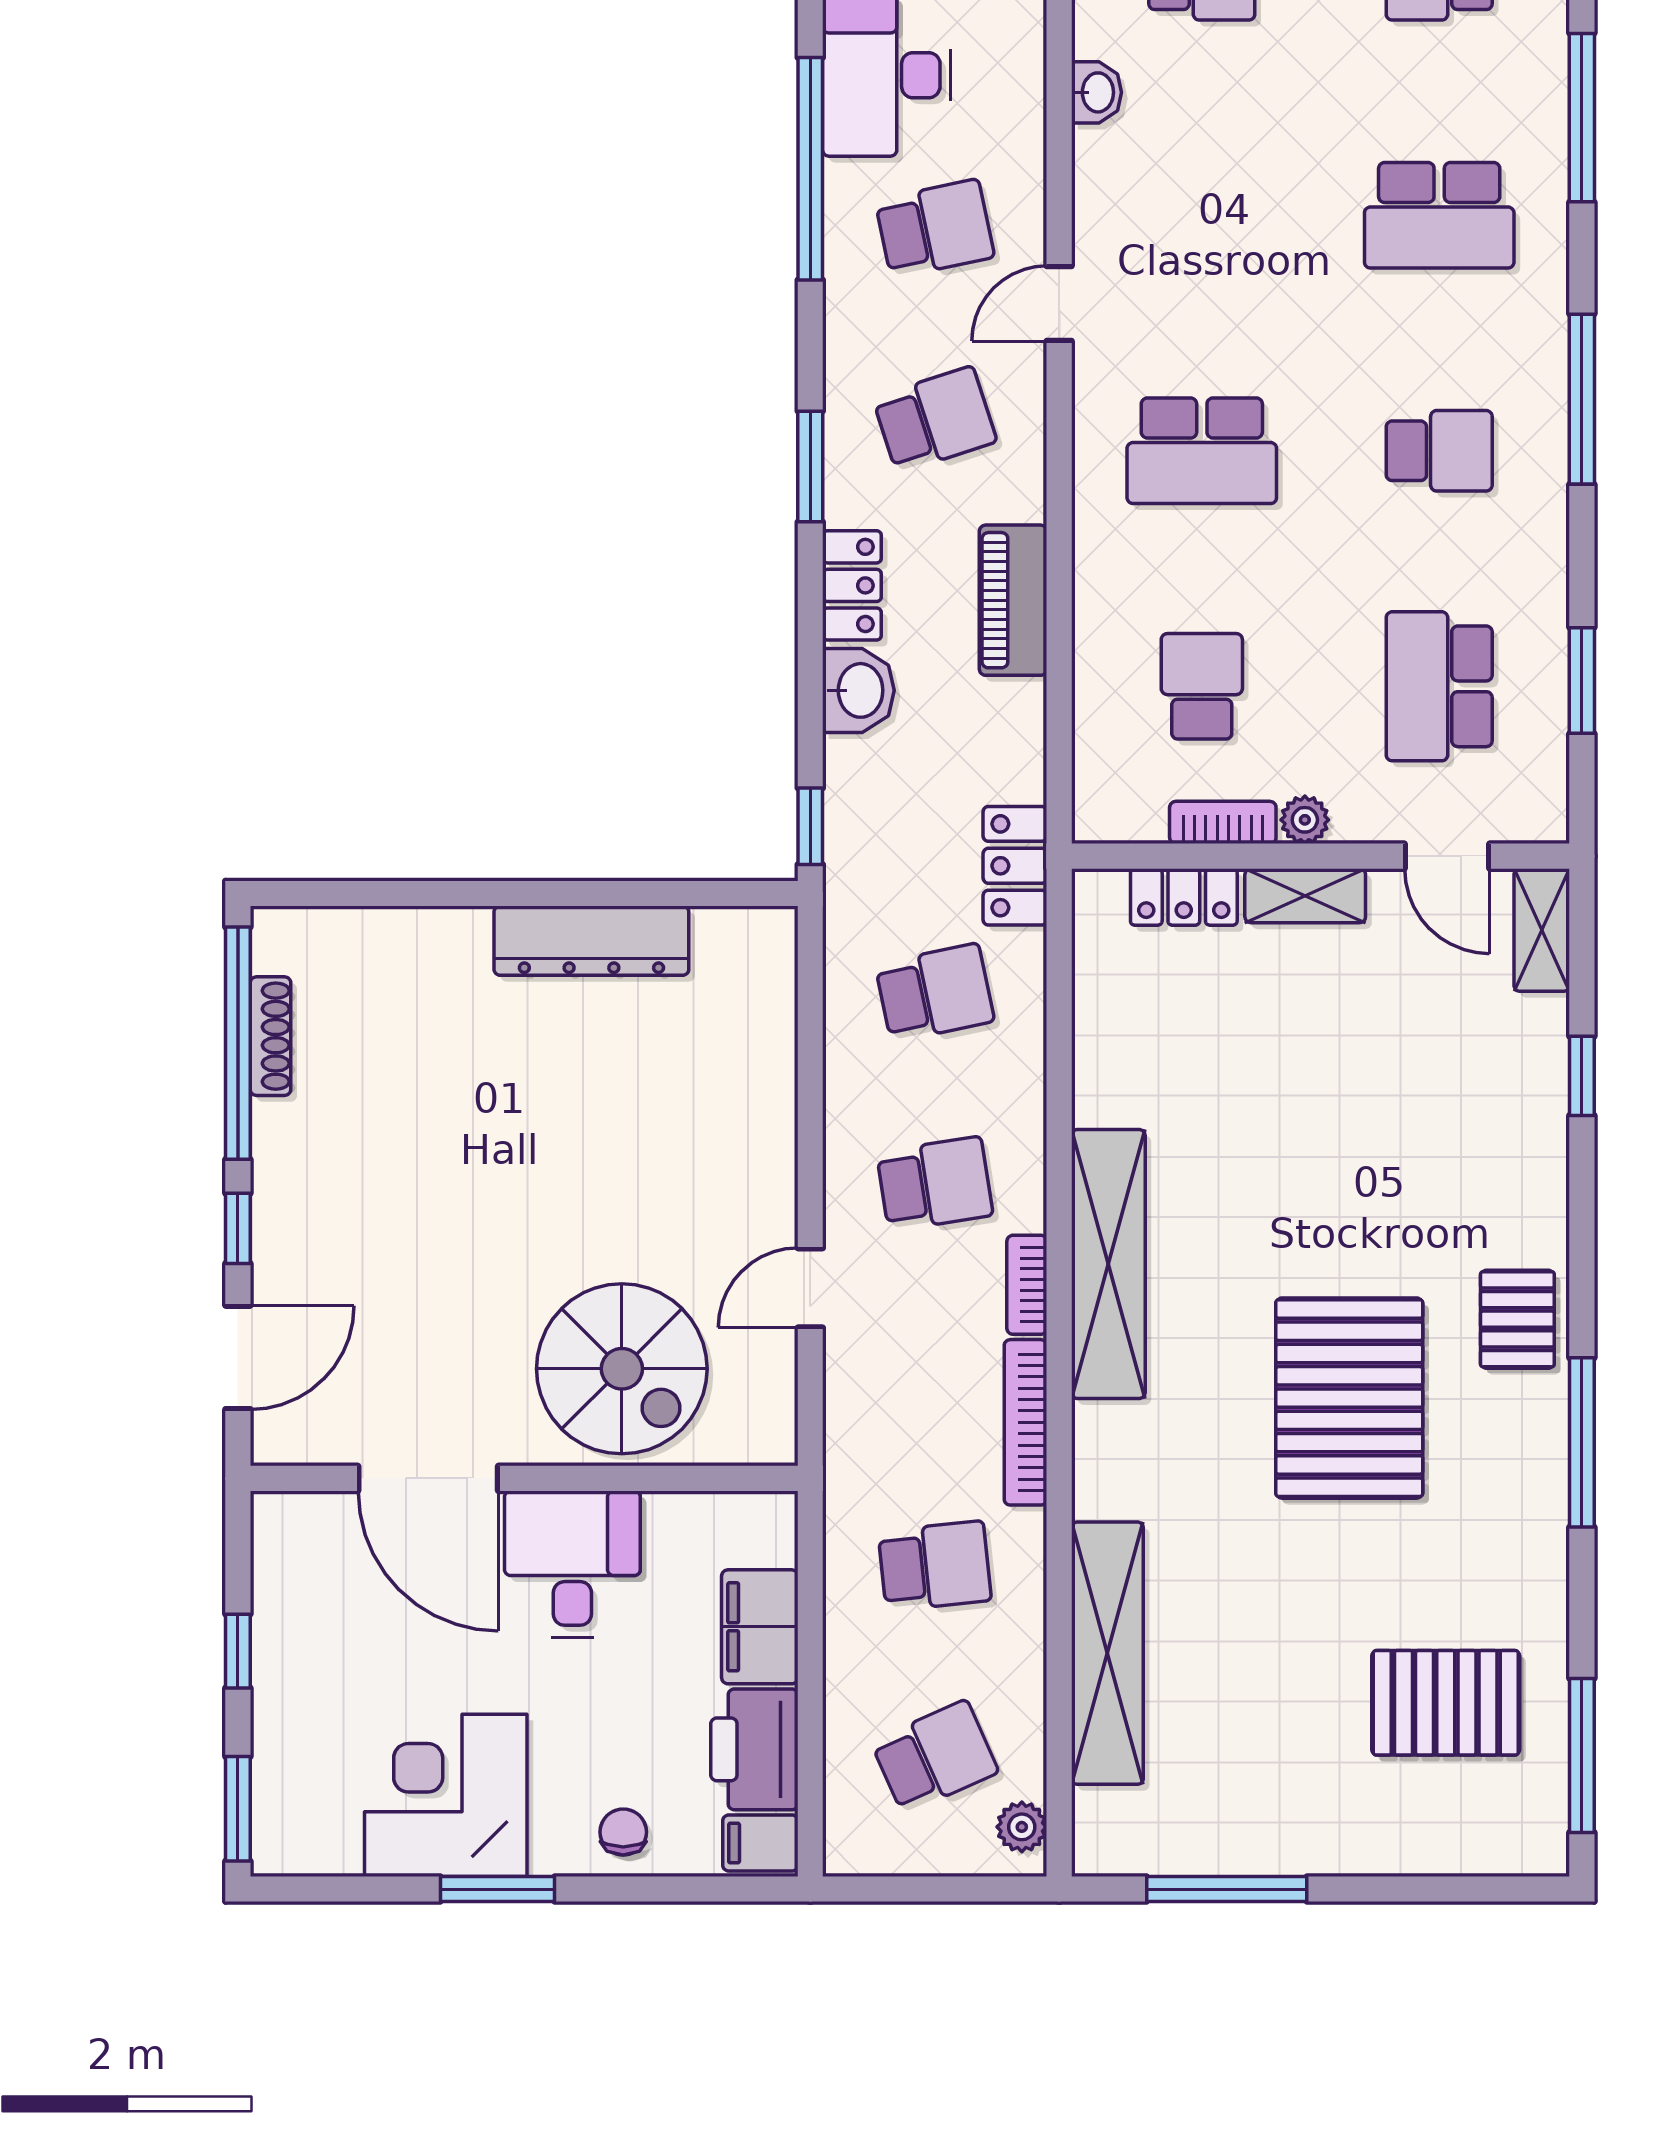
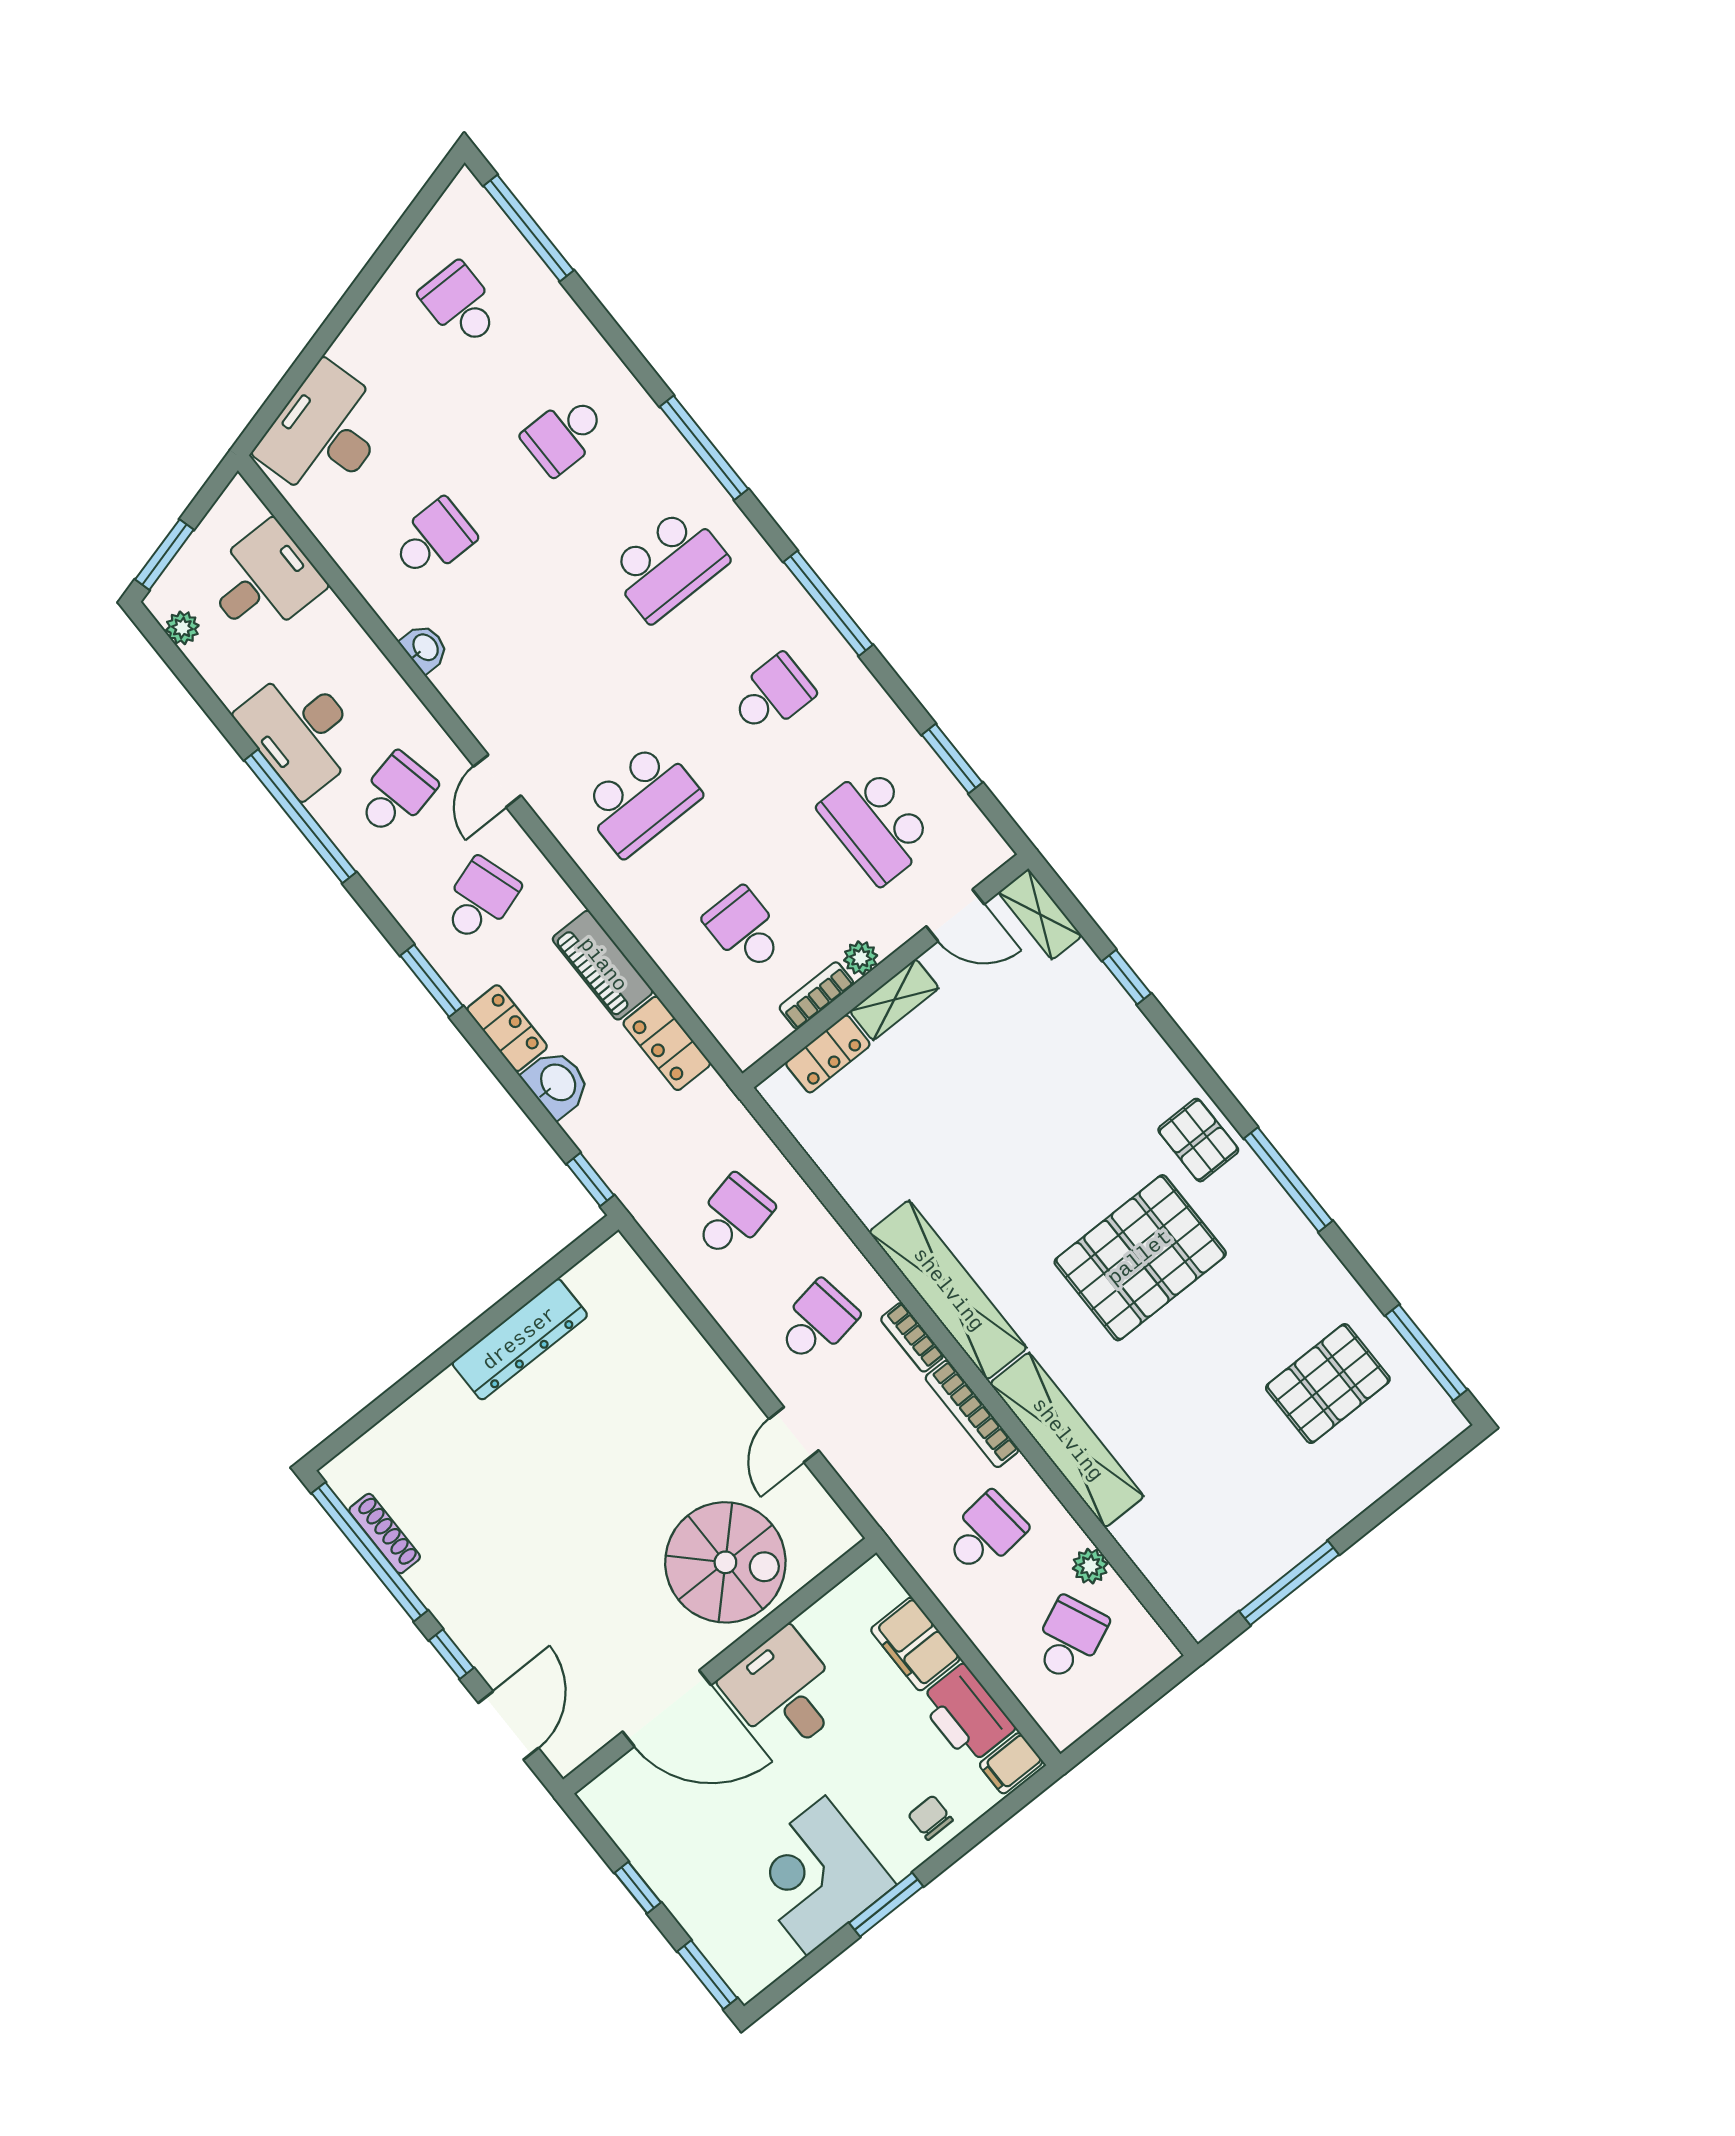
locker: (1015, 866) -> (667, 1043), moved
pallet: (1349, 1398) -> (1140, 1258), turned 90
shelving: (1107, 1653) -> (1067, 1440), moved
plant: (1022, 1827) -> (1090, 1566), moved

